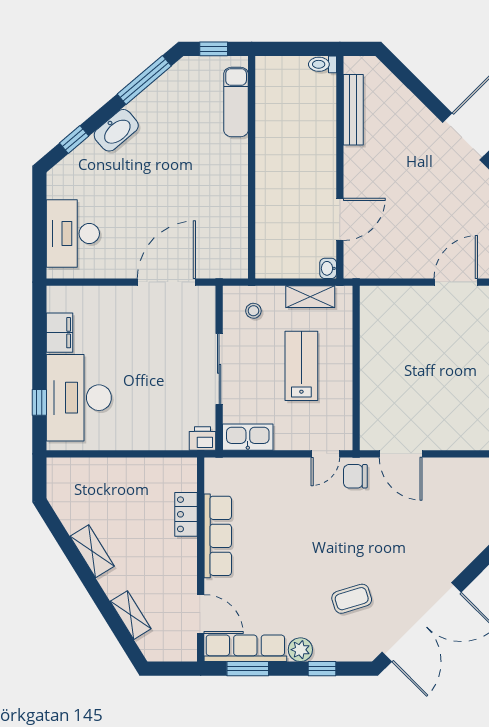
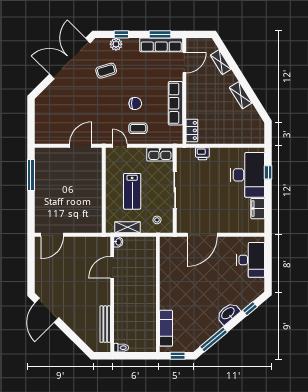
printer: (203, 439) -> (202, 154), moved
door: (325, 454) -> (120, 146), hinge flipped
door: (401, 454) -> (81, 146), hinge flipped
chair: (355, 476) -> (135, 103), moved
coffee table: (290, 487) -> (138, 128), added
locker: (186, 514) -> (192, 130), moved
door: (201, 614) -> (184, 63), swing flipped
plant: (300, 650) -> (116, 44), moved

